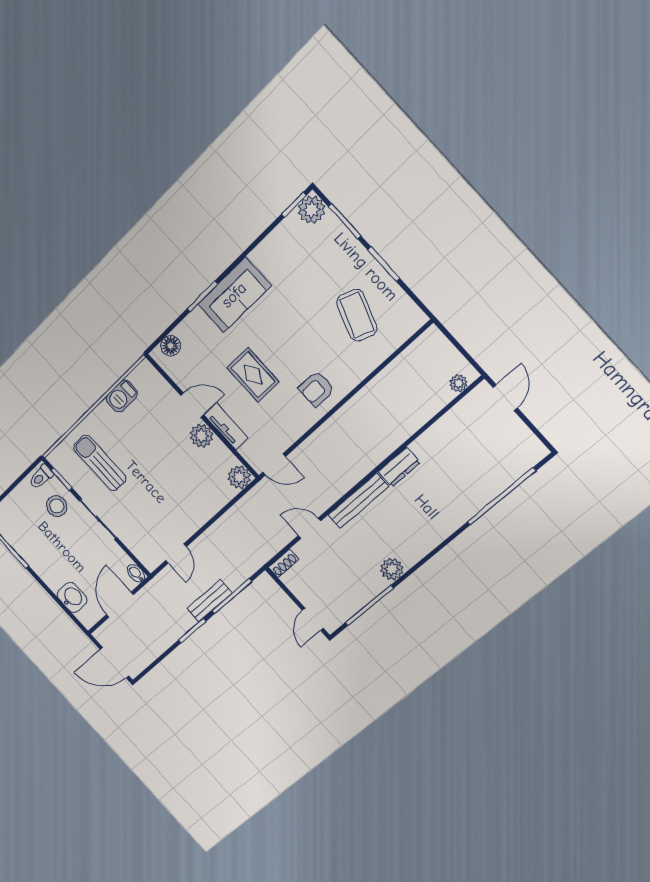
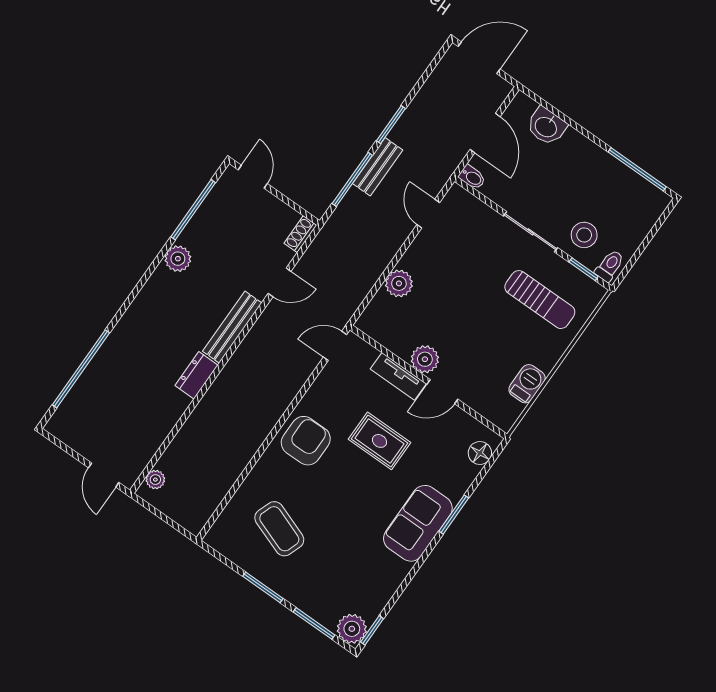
armchair: (316, 389) -> (306, 441), width x1.38, depth x1.38
plant: (239, 477) -> (399, 283), moved

